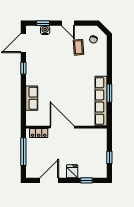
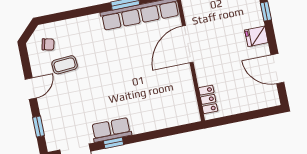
water cooler: (45, 30) -> (49, 121), removed
row of seats: (32, 98) -> (111, 130), moved
door: (62, 127) -> (188, 44), moved
window: (23, 152) -> (241, 117), removed

